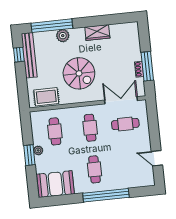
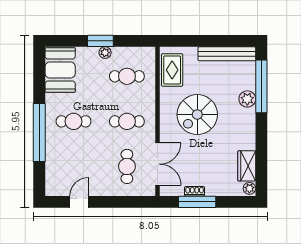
plant: (132, 27) -> (249, 188), added
wardrobe: (97, 32) -> (247, 166), moved
window: (19, 55) -> (229, 41), removed

